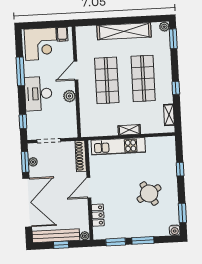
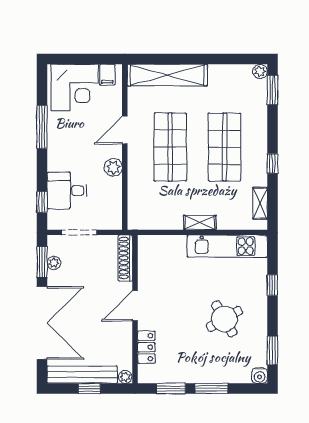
shelving: (124, 31) -> (167, 75), moved
desk: (38, 94) -> (67, 191), moved, width x0.73
kitchen unit: (118, 146) -> (227, 246), moved

